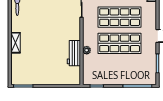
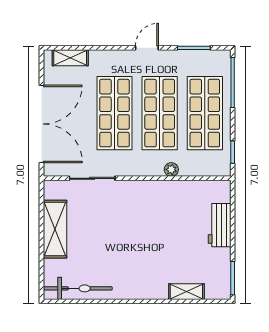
shelving: (15, 43) -> (186, 292), moved
workbench: (74, 53) -> (220, 225), moved, turned 90
shop shelf: (120, 70) -> (205, 113), added

